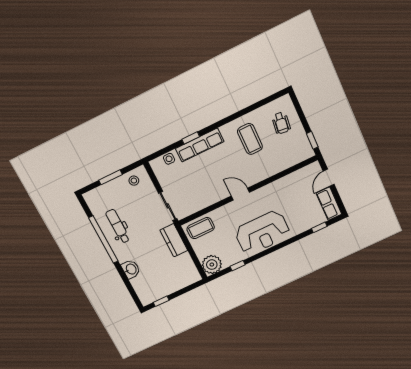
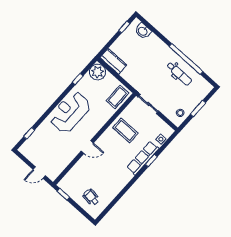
coffee table: (250, 139) -> (125, 130), moved
door: (329, 178) -> (39, 173), swing flipped
door: (240, 194) -> (87, 147), moved
row of seats: (329, 204) -> (30, 154), removed
kitchen counter: (174, 240) -> (113, 61), moved
washbasin: (131, 269) -> (143, 31), moved

